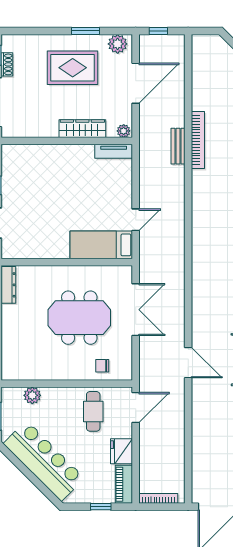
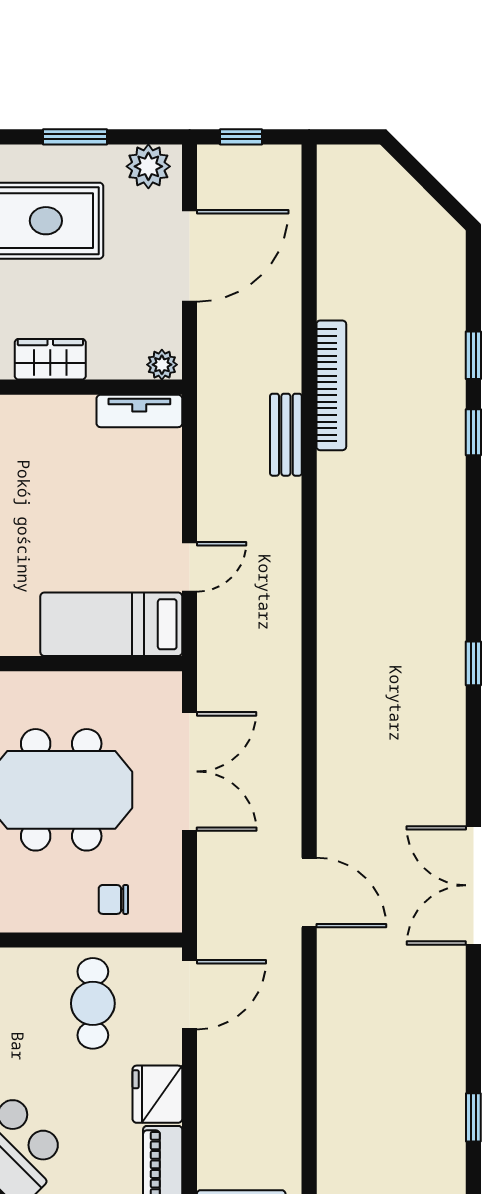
wardrobe: (82, 129) -> (50, 359), width x0.67
bench: (178, 146) -> (286, 435), moved

